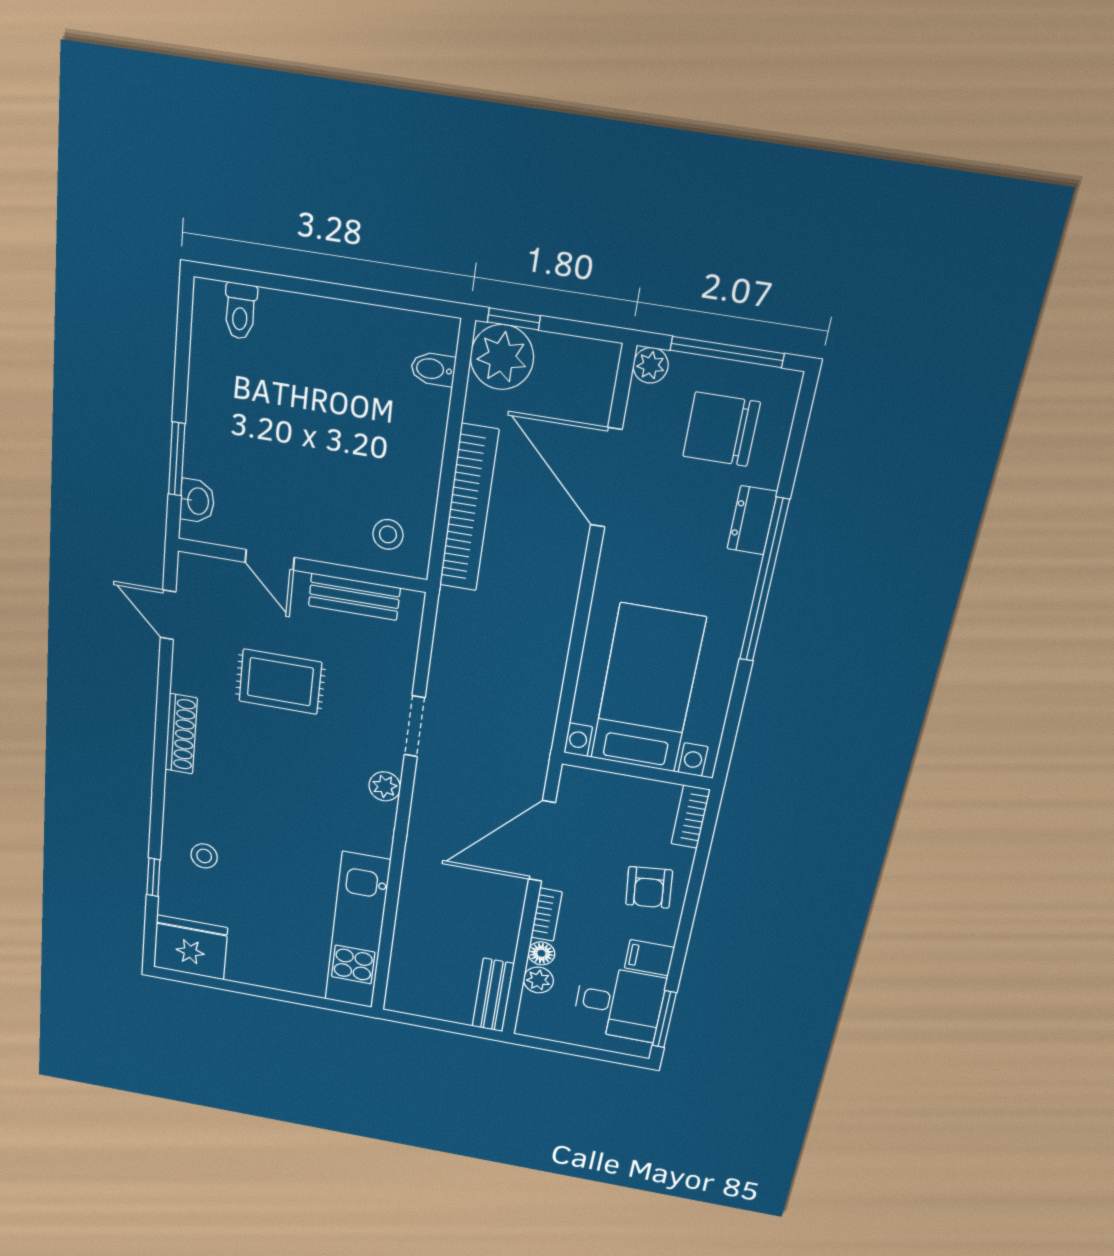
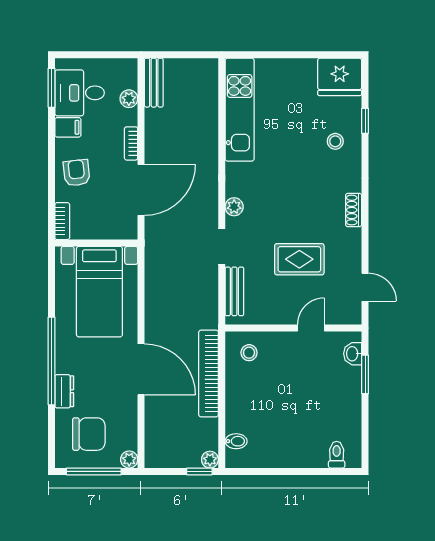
plant: (502, 357) -> (210, 460), width x0.53, depth x0.53
door: (606, 478) -> (141, 369), moved
door: (270, 560) -> (311, 328), hinge flipped
bench: (354, 597) -> (234, 291), moved, turned 90
shoe rack: (181, 734) -> (354, 210), width x0.70
floor lamp: (541, 953) -> (130, 117), removed

